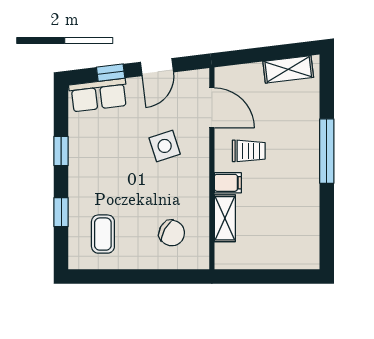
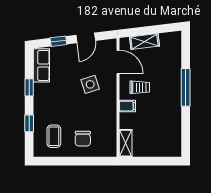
shelving: (288, 69) -> (144, 42), moved
row of seats: (98, 95) -> (41, 65), moved, turned -83
shelving: (225, 218) -> (126, 143), moved
chair: (172, 233) -> (83, 139), moved, turned 61

